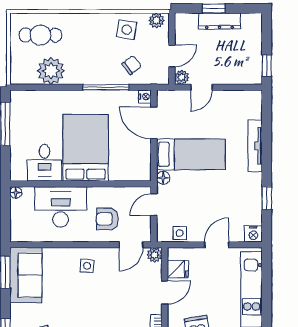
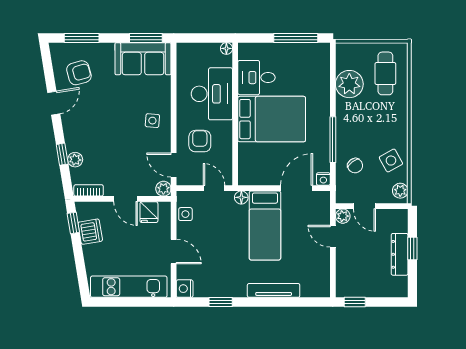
side table: (127, 30) -> (391, 161), turned -38

